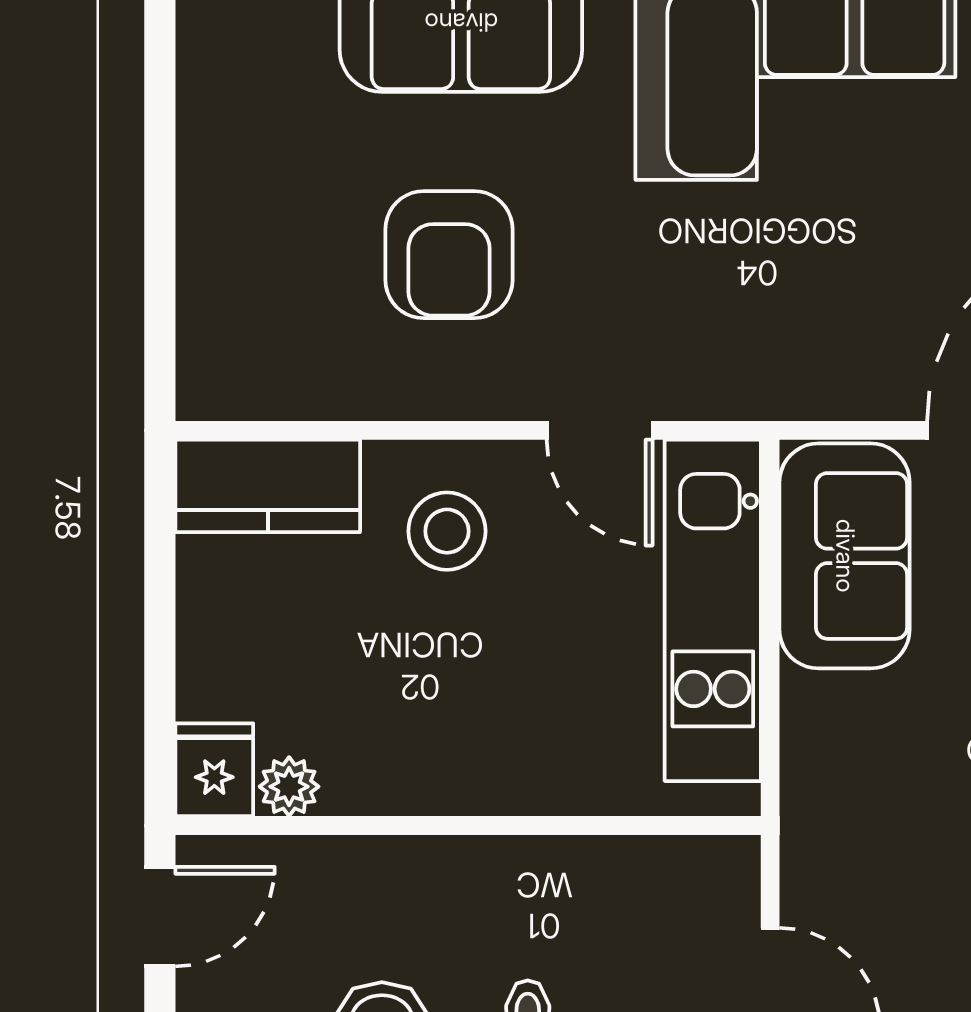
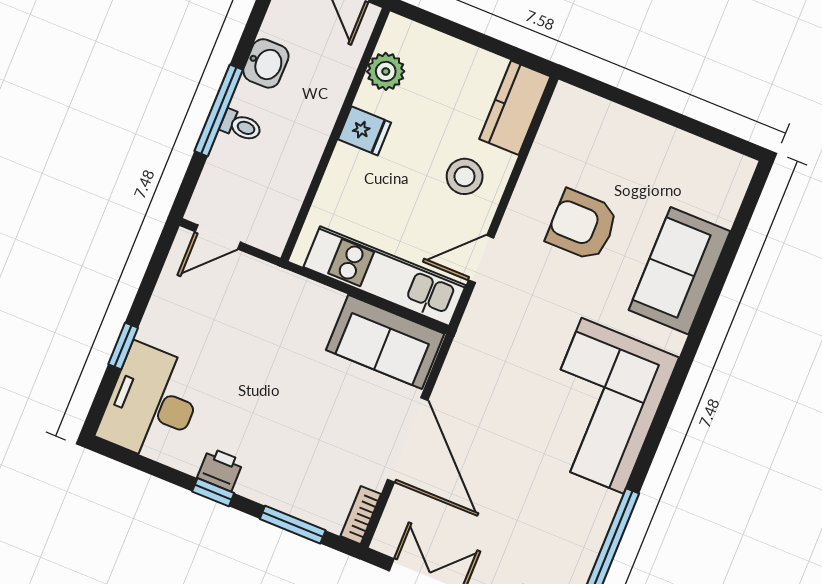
fridge: (214, 770) -> (364, 131), moved
plant: (289, 787) -> (386, 71), width x1.38, depth x1.38

